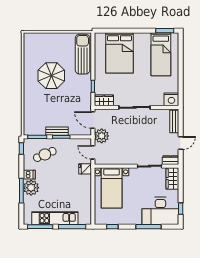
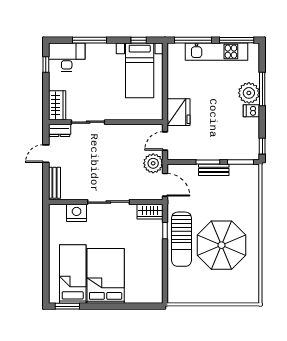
bed: (119, 53) -> (106, 276), moved
sun lounger: (83, 54) -> (181, 239), moved
parasol: (51, 76) -> (221, 245), width x1.36, depth x1.36
nightstand: (171, 99) -> (77, 213), moved
door: (93, 152) -> (165, 141), swing flipped
cafe table: (45, 154) -> (230, 138), removed
fridge: (85, 169) -> (178, 112), width x1.88, depth x1.34
bed with nightstands: (112, 188) -> (140, 70), moved, turned 180
desk: (160, 211) -> (67, 57), width x0.73, depth x0.77

